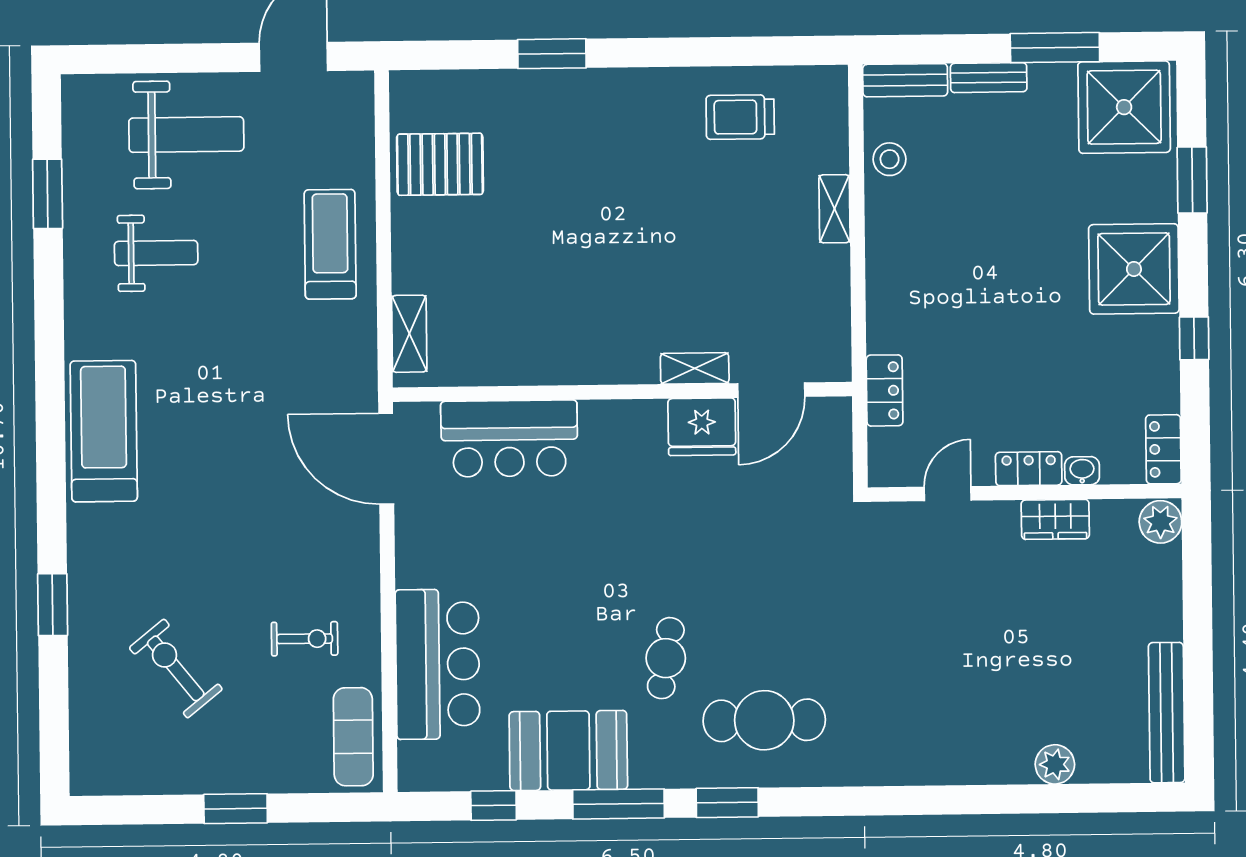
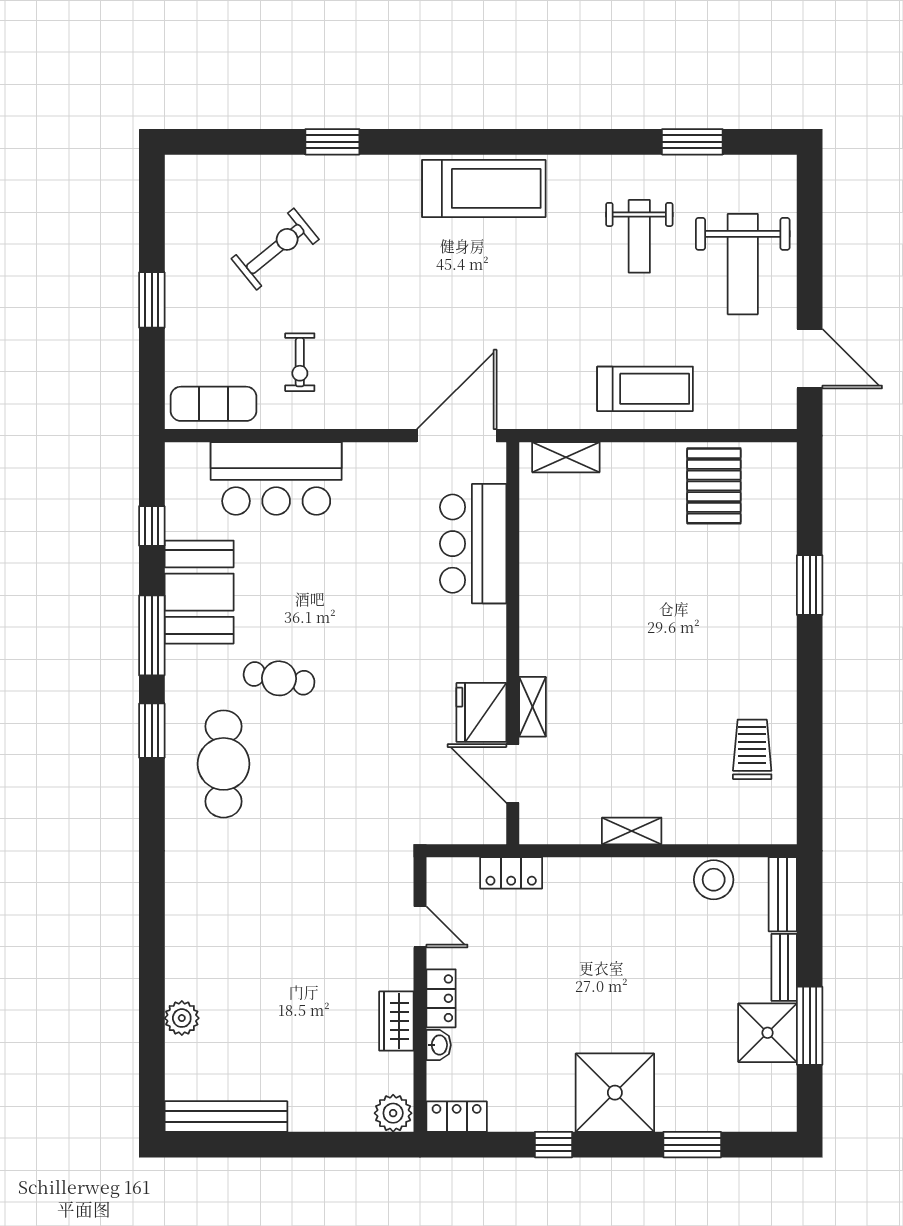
shower: (1124, 107) -> (768, 1033), moved, width x0.73, depth x0.73
stool: (890, 159) -> (714, 880), width x1.38, depth x1.38
shelving: (835, 209) -> (632, 831), moved

